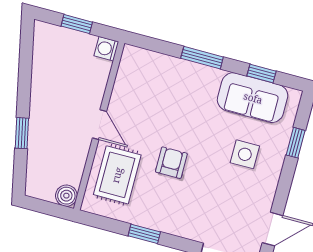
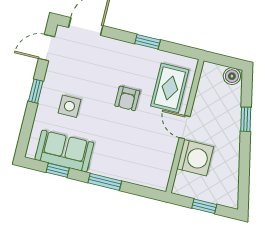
washing machine: (106, 49) -> (195, 158), moved, width x1.89, depth x1.89
window: (296, 143) -> (36, 91), moved
boiler: (66, 196) -> (232, 76), moved

